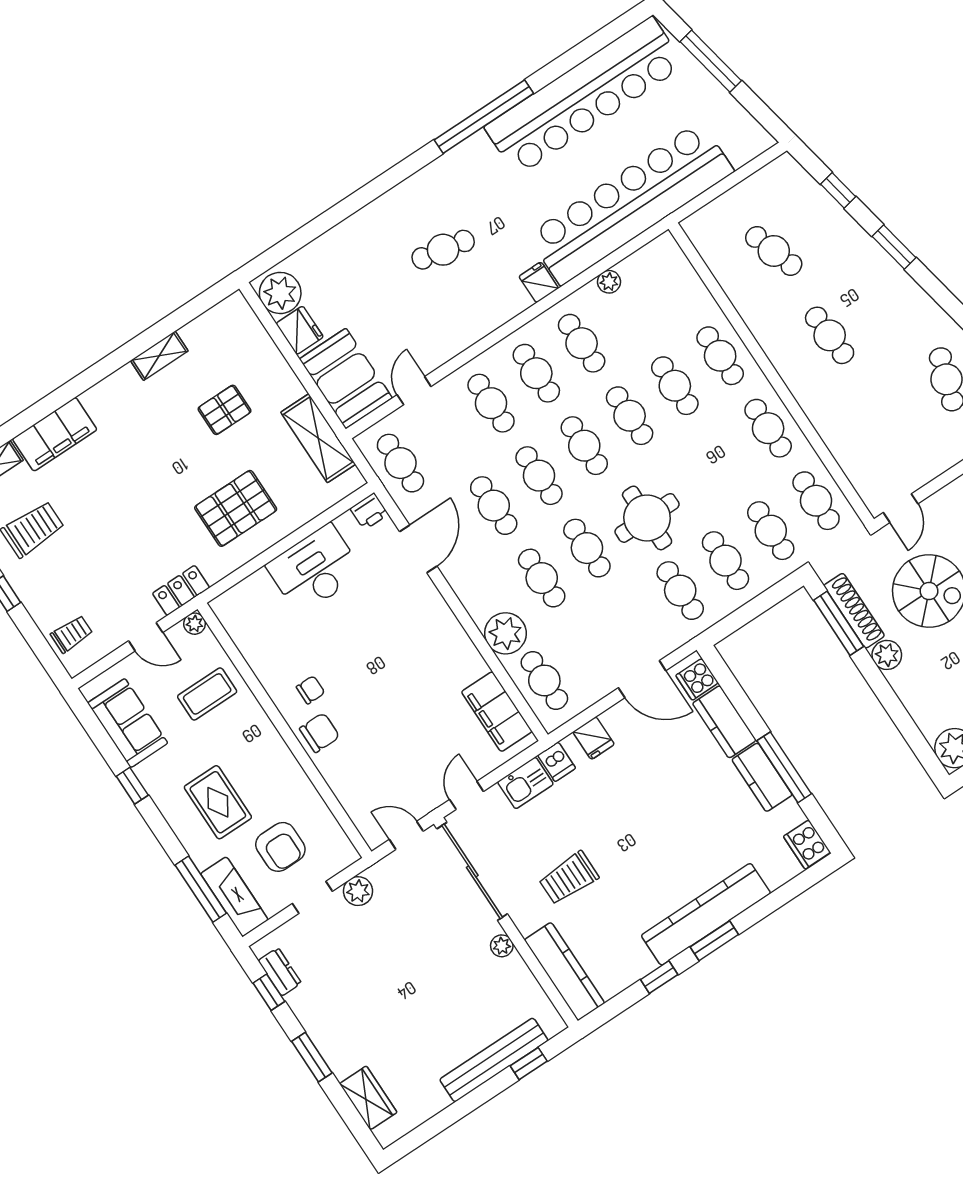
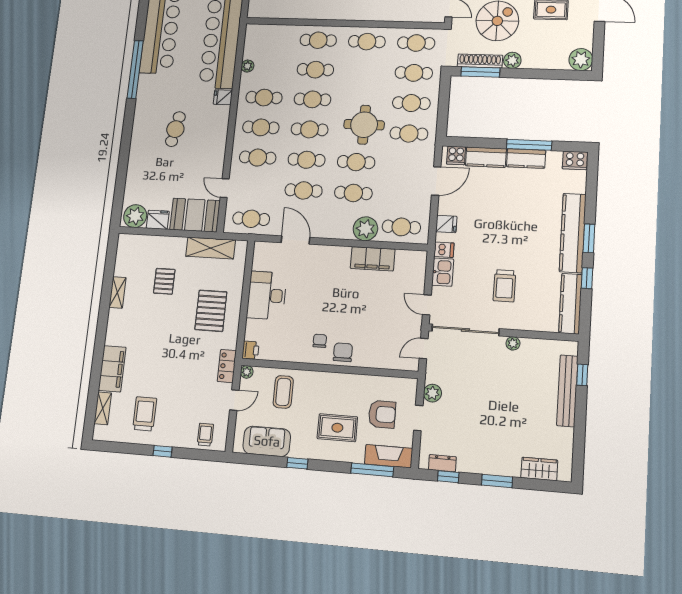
printer: (369, 511) -> (251, 350), moved
filing cabinet: (497, 712) -> (373, 259), moved
kitchen counter: (564, 971) -> (570, 304), moved, turned -90

